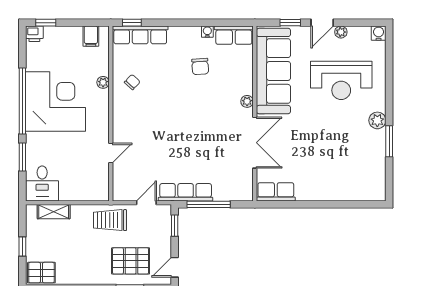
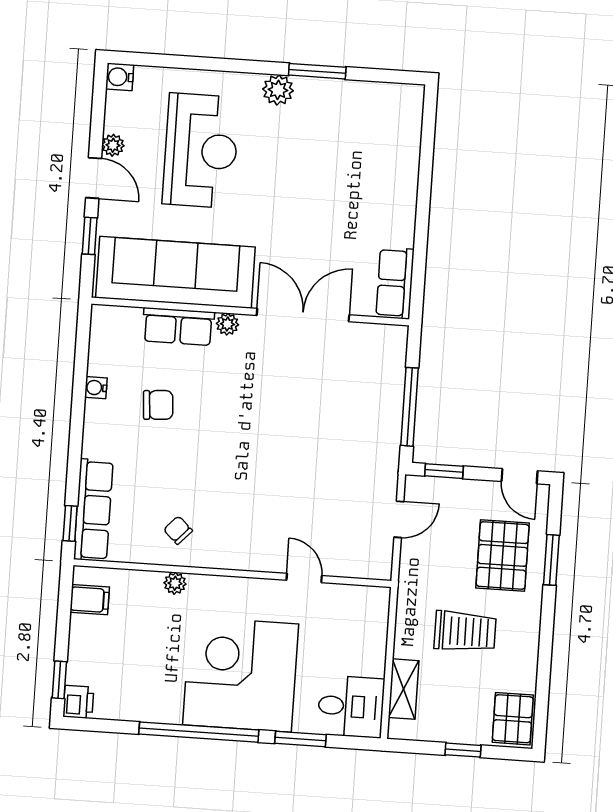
row of seats: (234, 35) -> (178, 326), moved, turned 90
corner desk: (56, 101) -> (241, 674), moved
row of seats: (186, 192) -> (385, 447), removed
door: (146, 203) -> (399, 519), swing flipped
trolley: (110, 220) -> (465, 631), moved, turned -90

